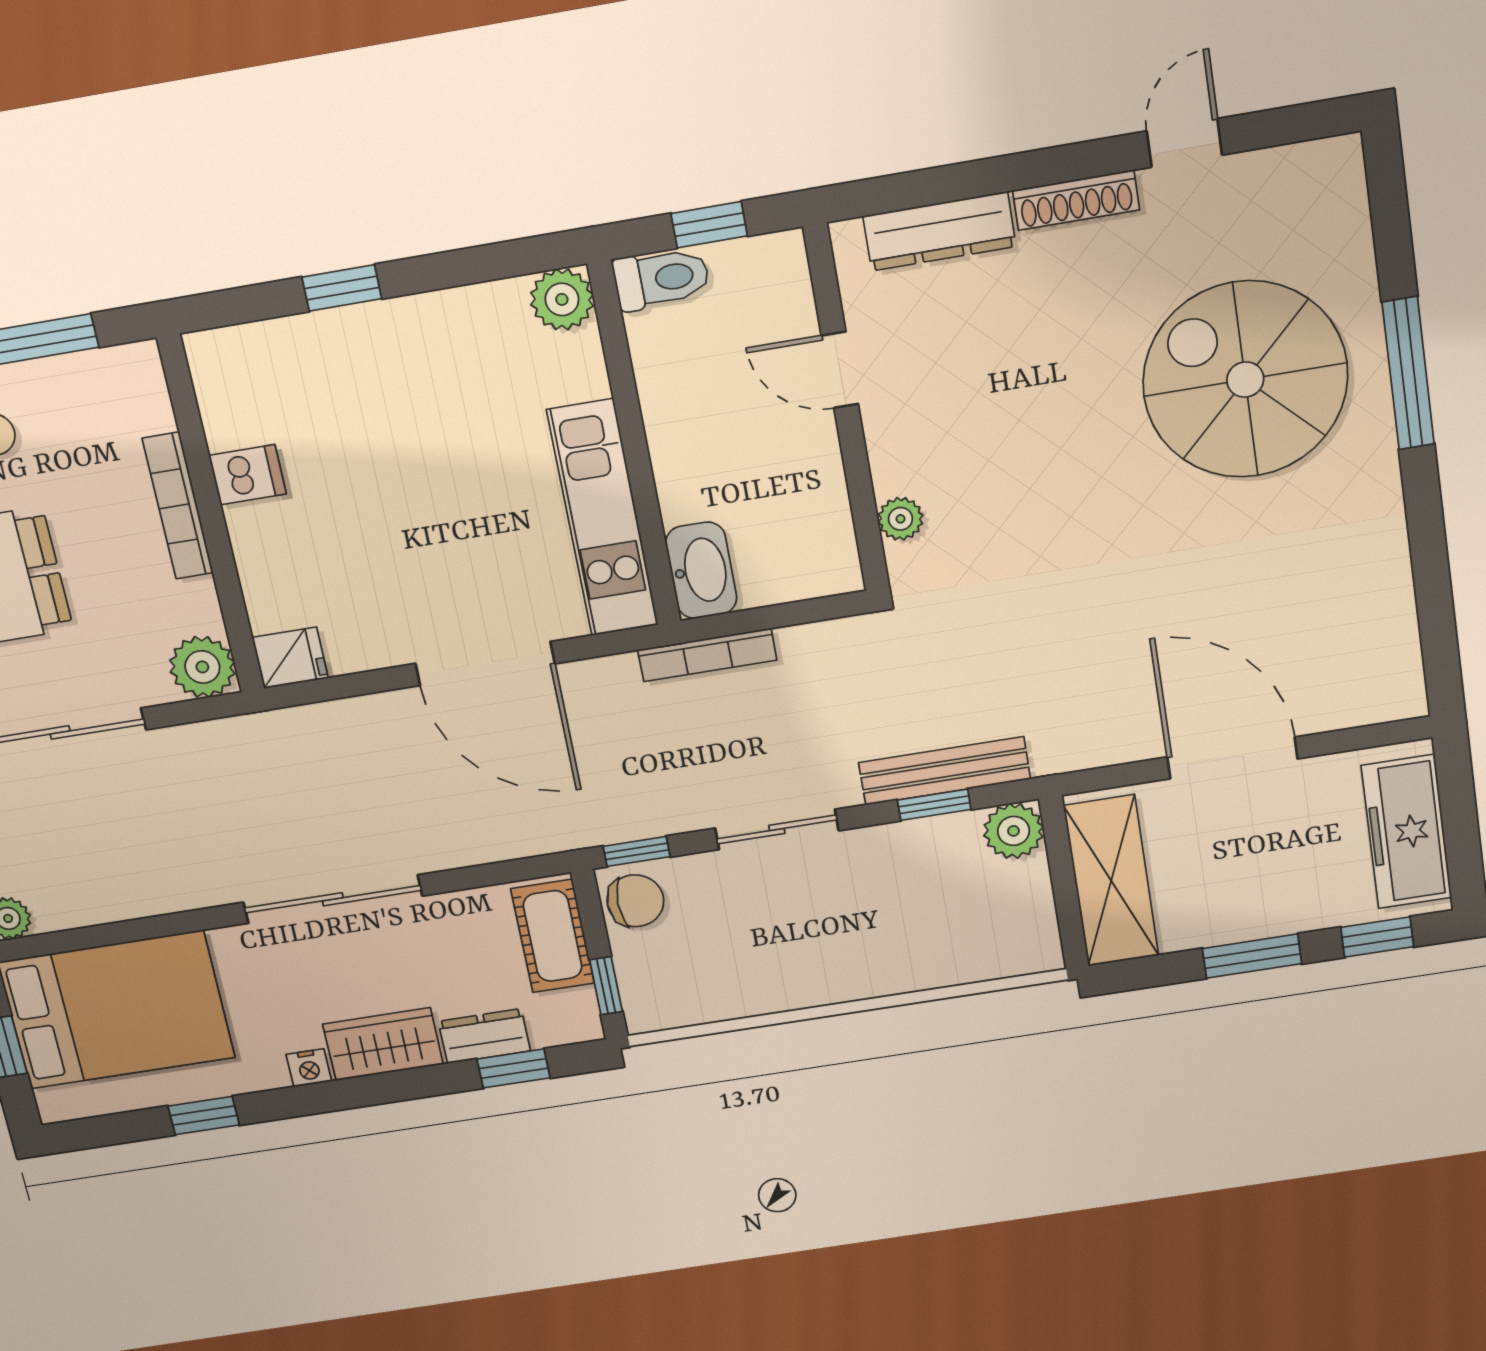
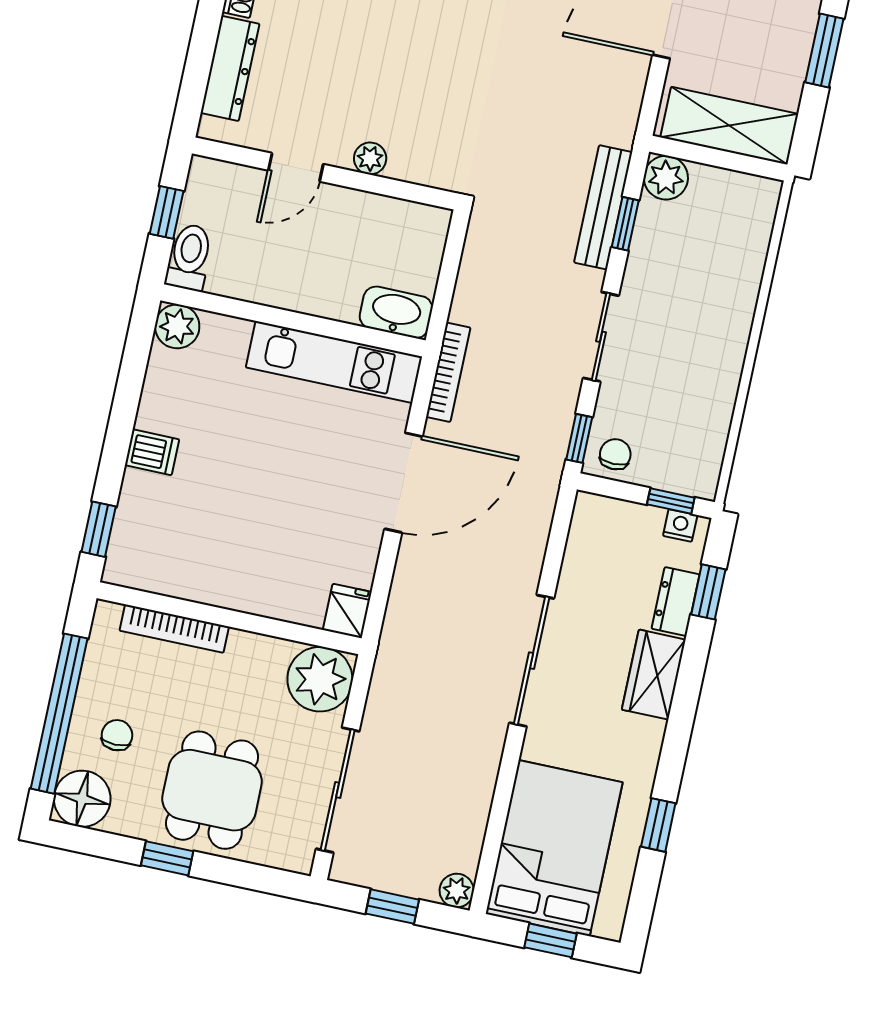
window: (342, 288) -> (99, 529), moved
dishwasher: (247, 475) -> (152, 452), moved, turned 90
bookcase: (178, 506) -> (174, 629), moved
plant: (900, 519) -> (370, 158), moved
bookcase: (707, 655) -> (448, 372), moved
plant: (202, 667) -> (320, 679), width x1.36, depth x1.36
chair: (635, 901) -> (615, 454), width x0.73, depth x0.73
cot: (553, 936) -> (619, 522), removed
nightstand: (309, 1068) -> (680, 525), moved, turned -90

